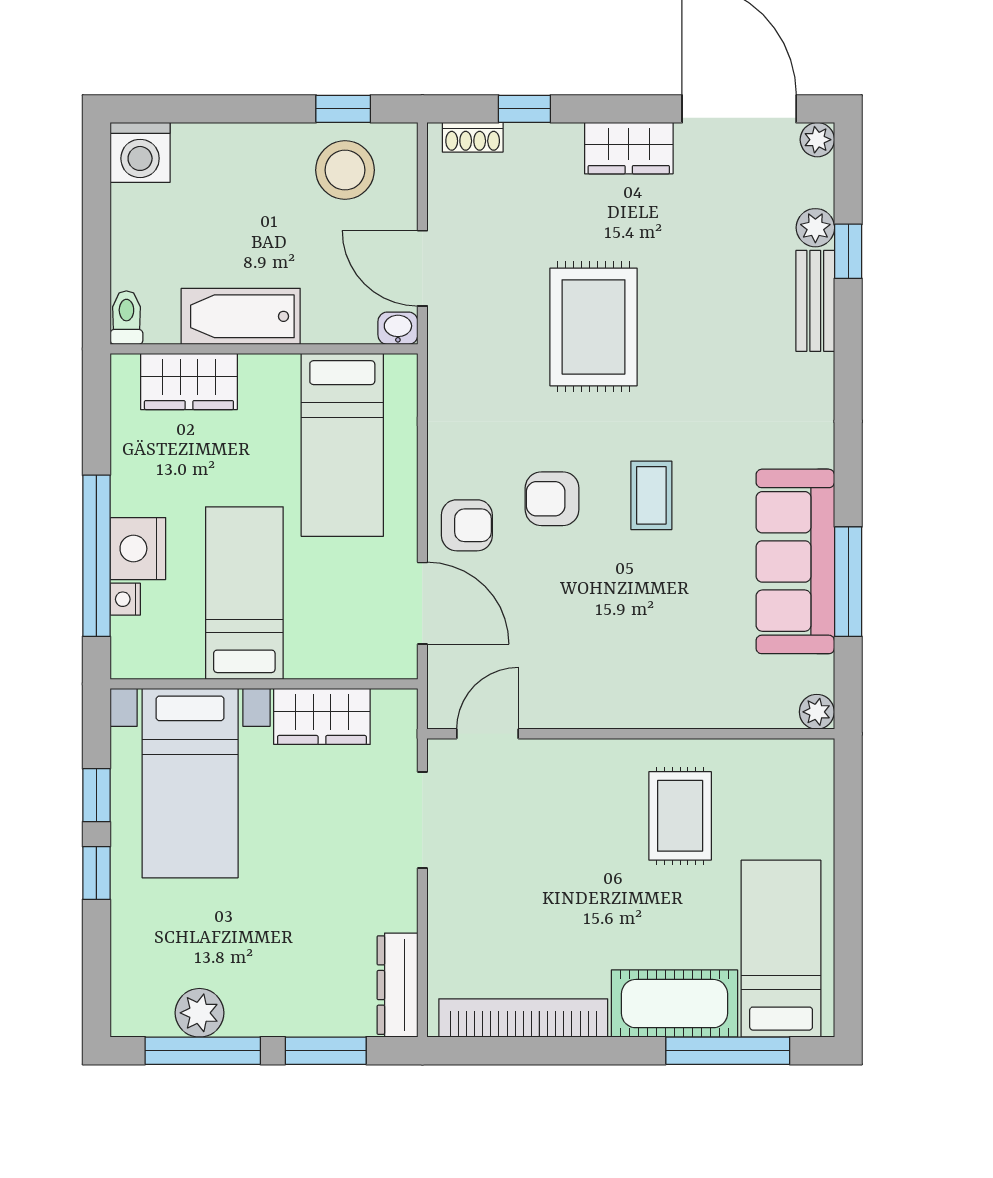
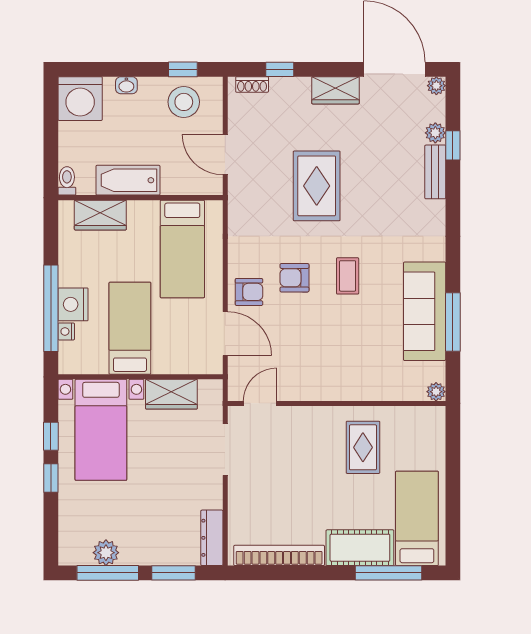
washing machine: (140, 152) -> (80, 99), width x1.37, depth x1.37
washbasin: (398, 328) -> (126, 85), moved, turned 180

